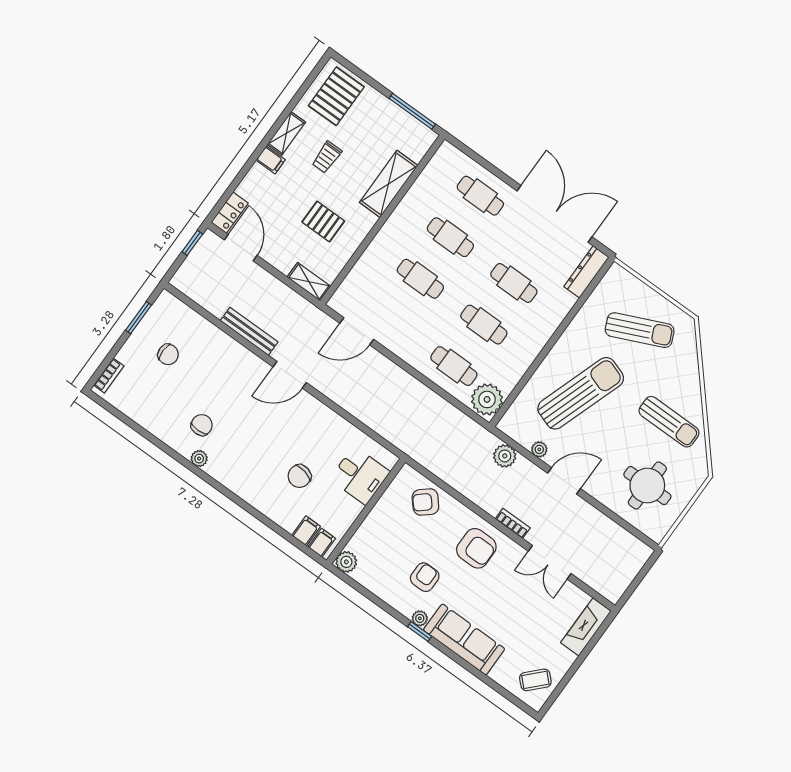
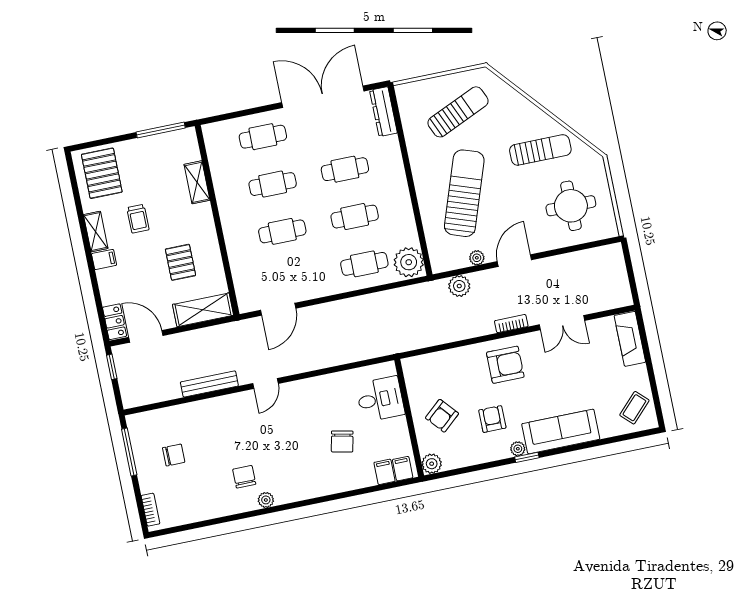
shelving: (389, 184) -> (197, 182), width x0.67, depth x0.75
pallet: (323, 222) -> (180, 262), turned 90
shelving: (309, 282) -> (203, 310), width x1.50, depth x1.33
window: (138, 318) -> (129, 452), width x1.44
door: (290, 375) -> (265, 383), width x0.73
armchair: (425, 502) -> (442, 416), moved

